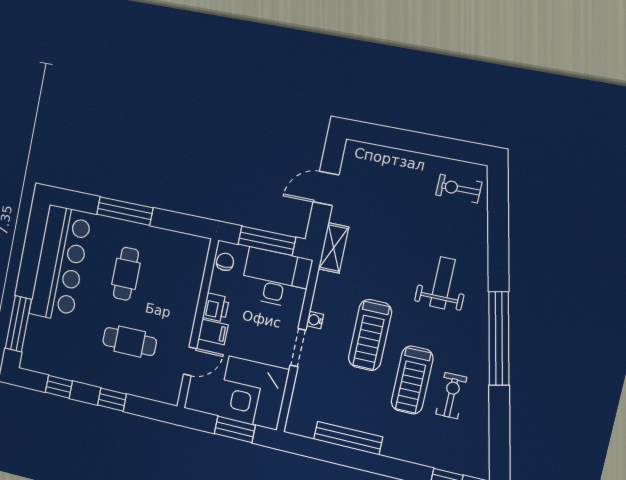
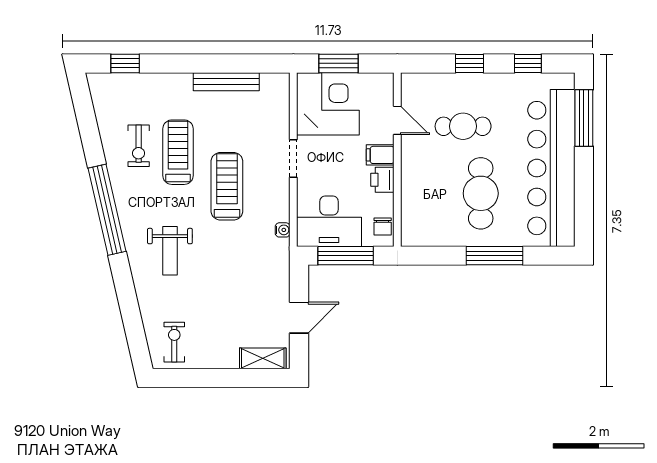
exercise bike: (459, 189) -> (174, 342), turned -90
shelving: (334, 248) -> (263, 358), moved, turned 90
bar counter: (60, 264) -> (551, 168), width x1.36
cafe table: (126, 274) -> (481, 193), width x1.37, depth x1.35
water cooler: (315, 320) -> (283, 230), moved
door: (190, 361) -> (397, 120), swing flipped

